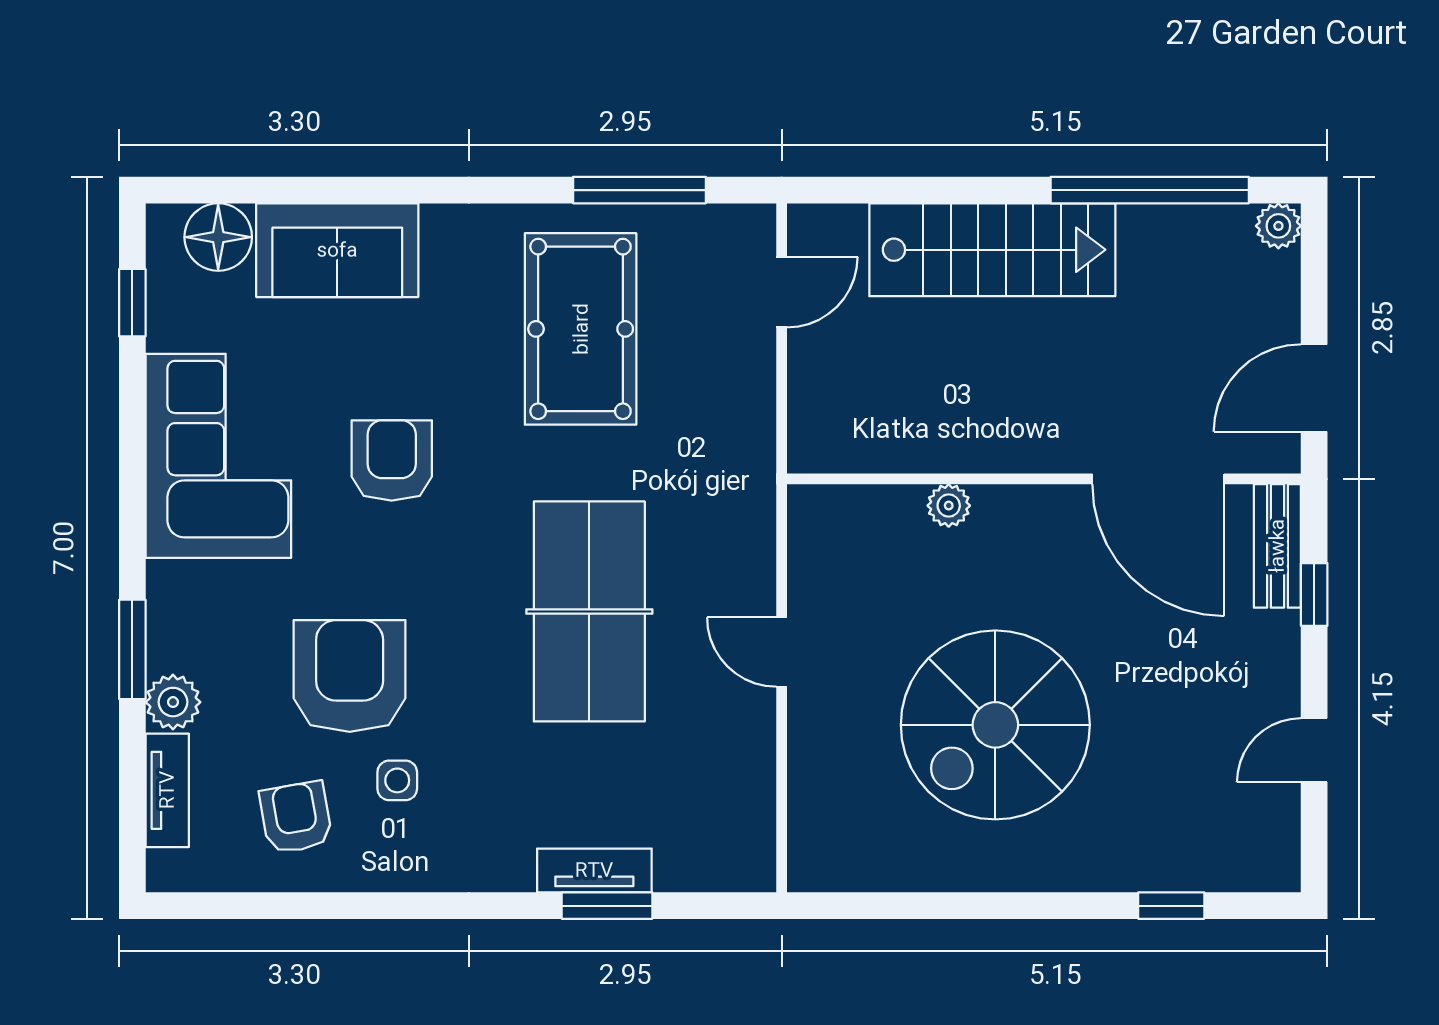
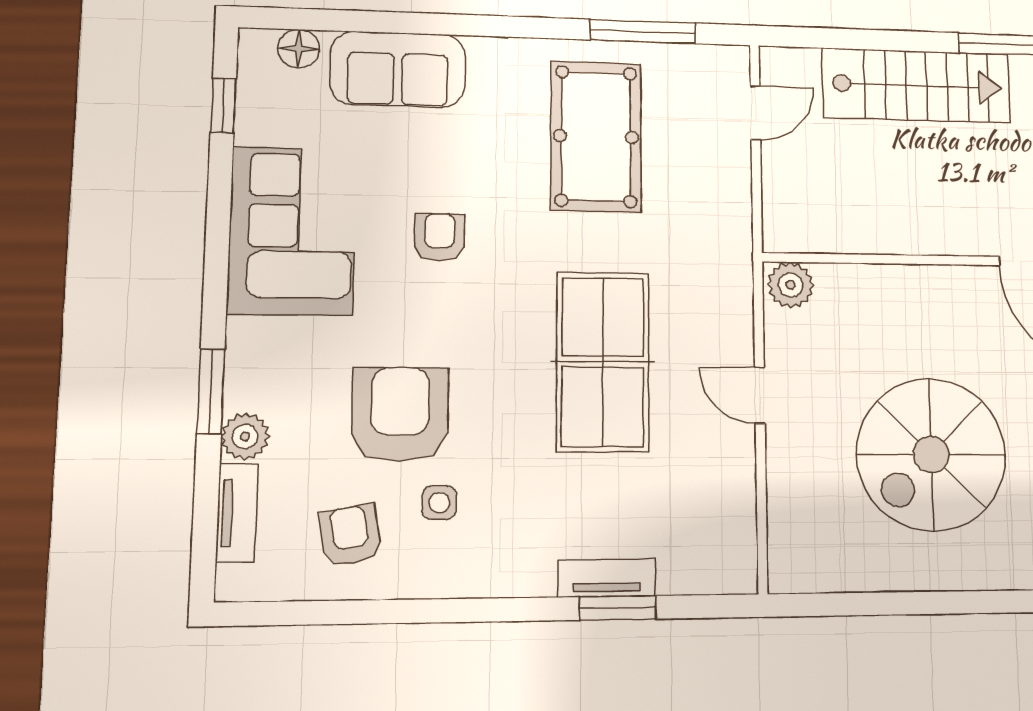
floor lamp: (218, 237) -> (299, 49), width x0.73, depth x0.73
armchair: (392, 460) -> (440, 237), width x0.72, depth x0.72
plant: (949, 506) -> (791, 285), moved, width x1.38, depth x1.38

